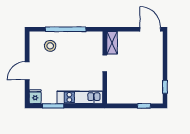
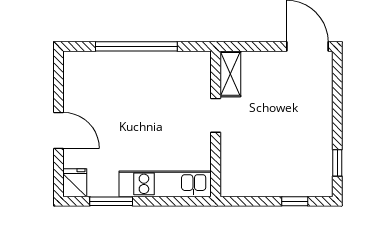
stool: (50, 46) -> (105, 80), removed
door: (27, 71) -> (59, 130), swing flipped

